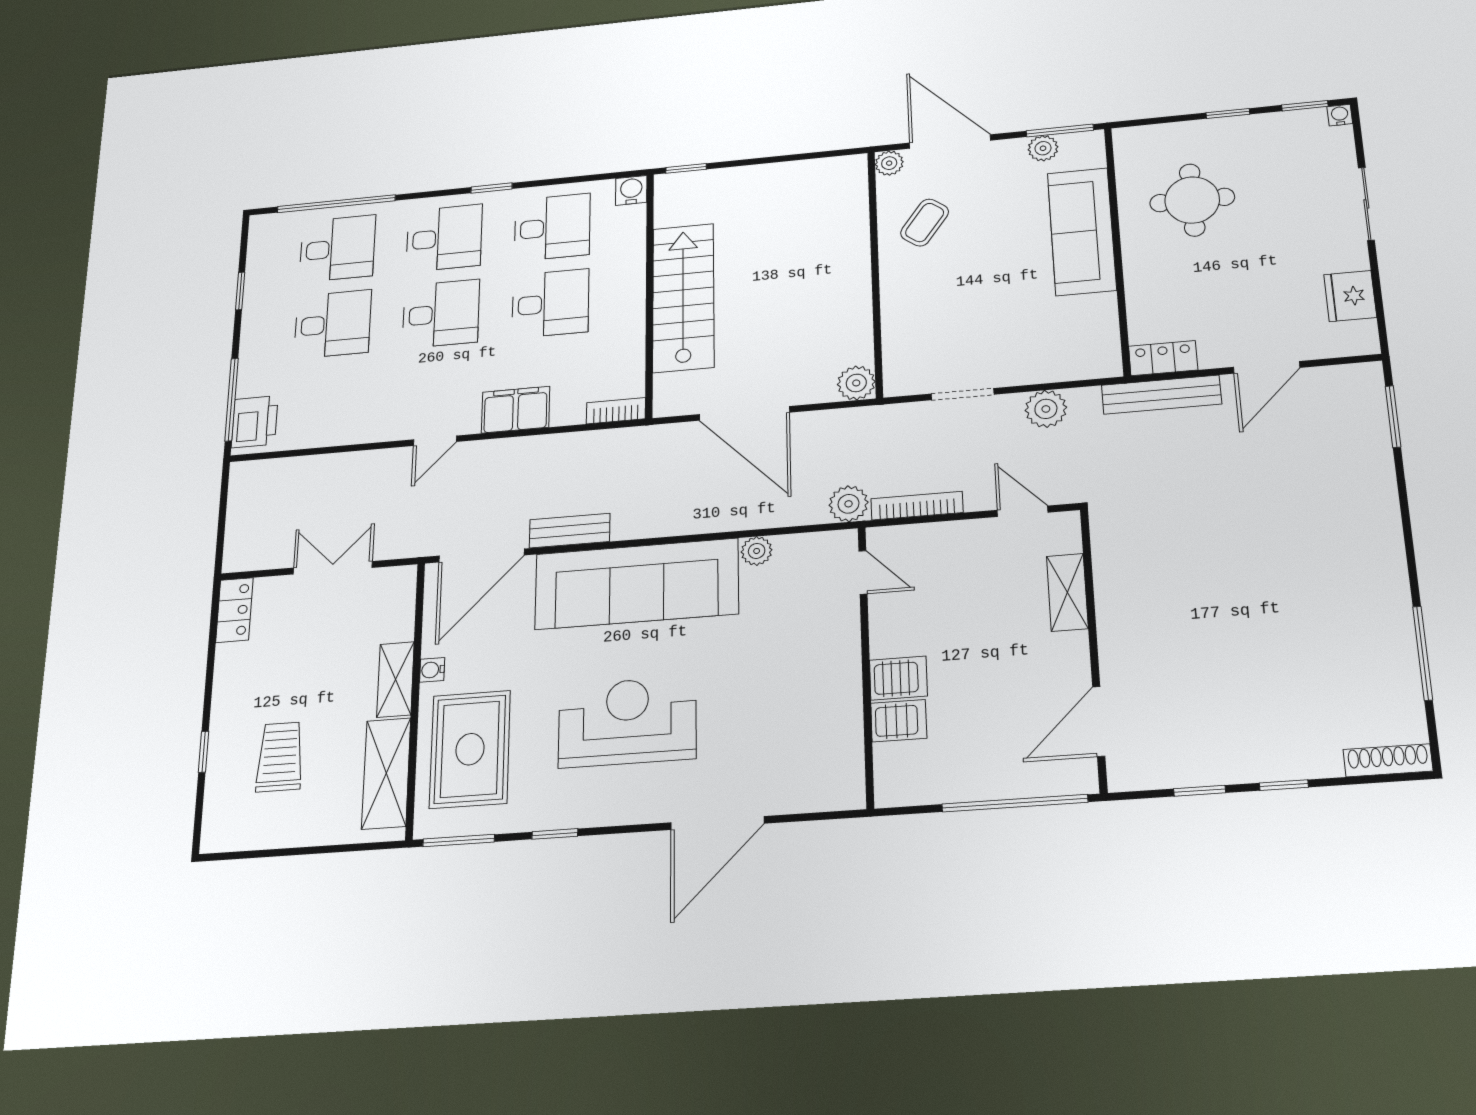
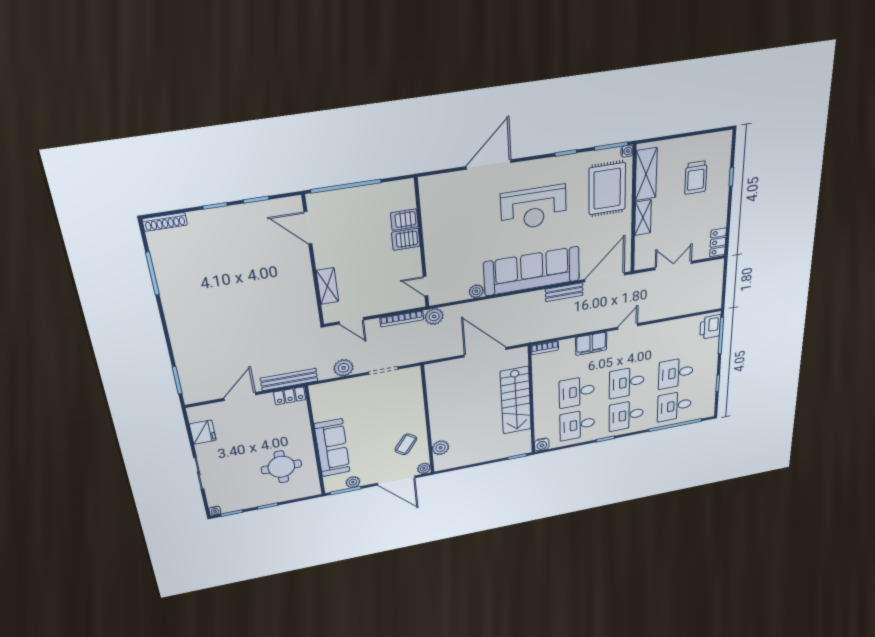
plant: (856, 383) -> (440, 448), moved
double door: (333, 568) -> (673, 265), swing flipped
water cooler: (432, 670) -> (627, 151), moved
door: (1099, 721) -> (308, 228), swing flipped

